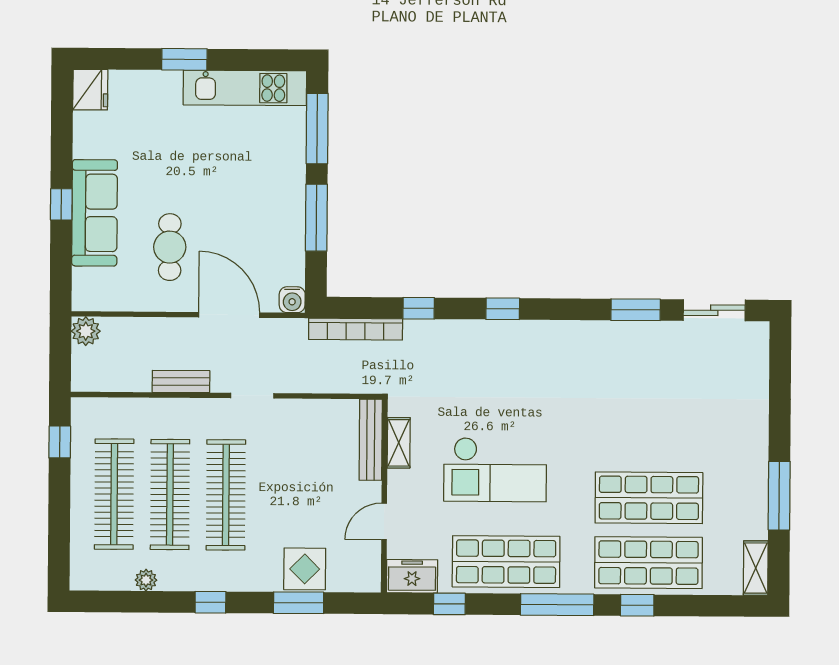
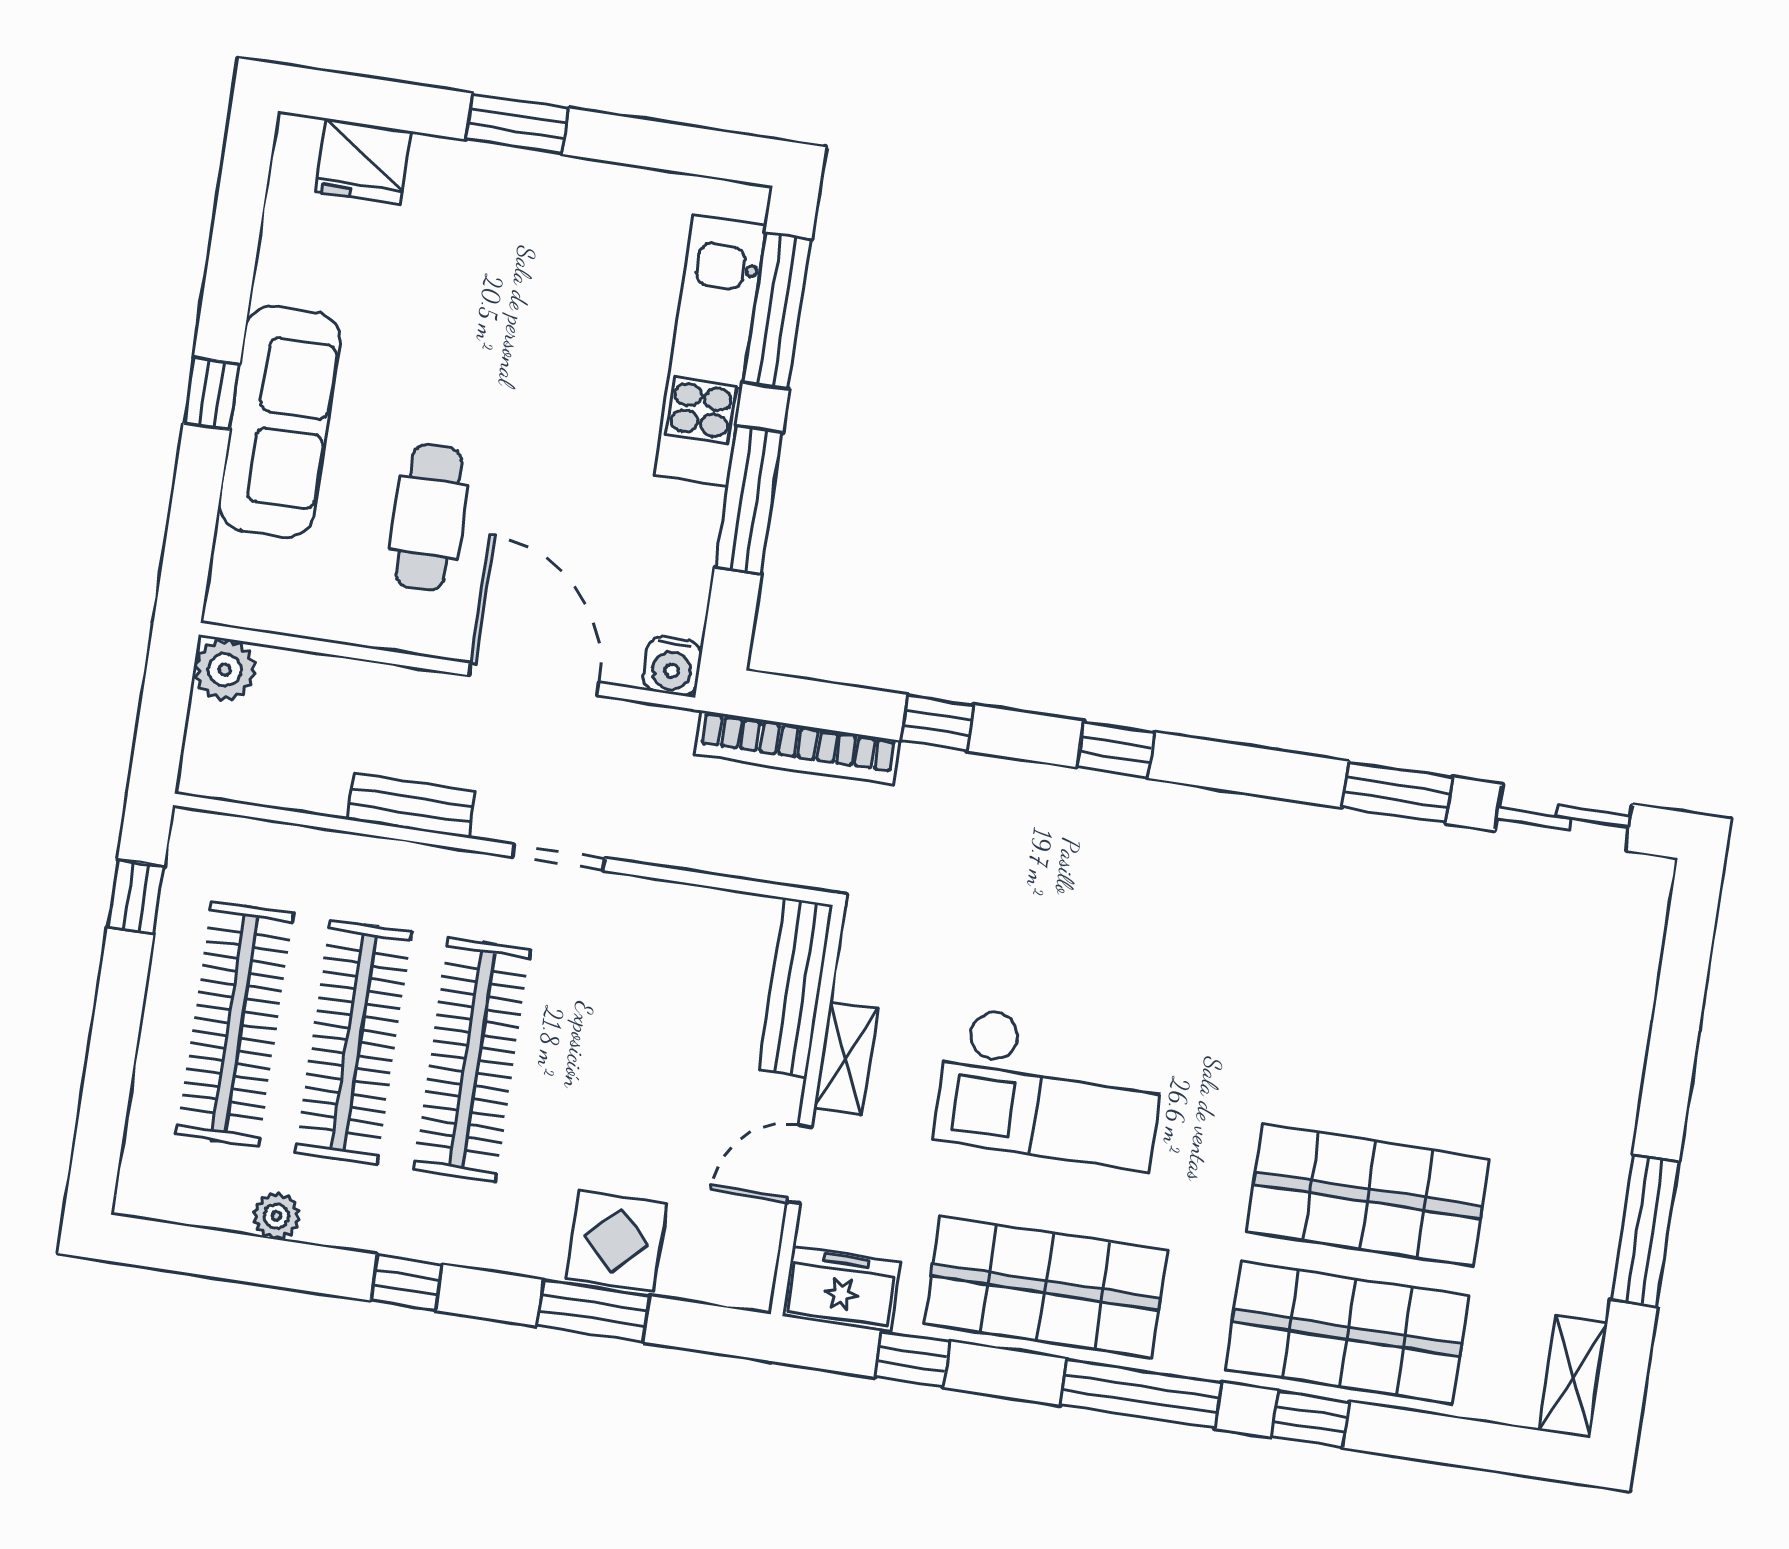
kitchen unit: (245, 88) -> (710, 350), moved, turned 90
fridge: (90, 90) -> (363, 161), moved, turned 90
shelving: (399, 443) -> (846, 1058), moved

